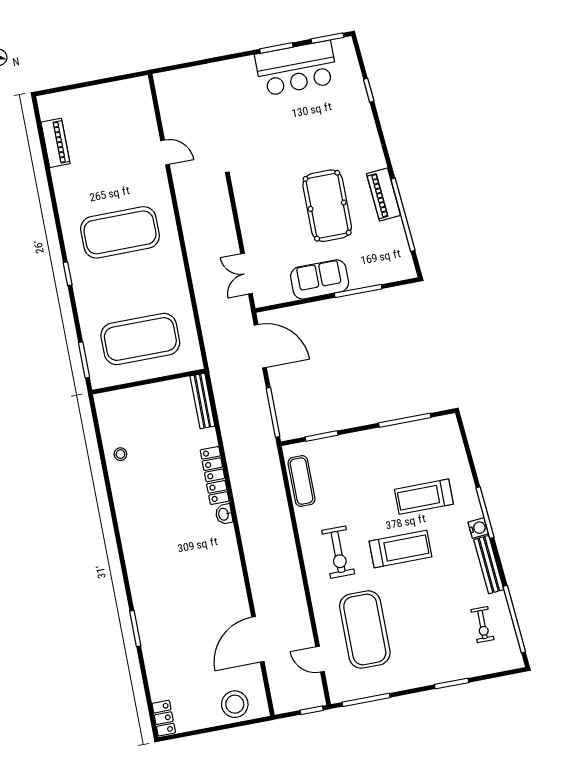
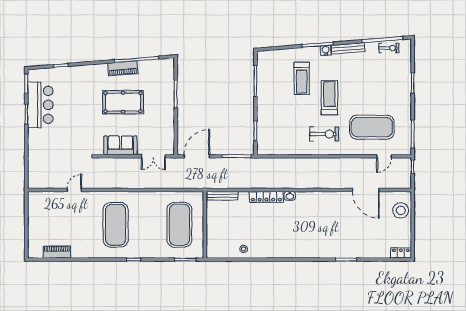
sofa: (320, 279) -> (120, 145), moved, turned 90
exercise mat: (301, 481) -> (279, 147), removed
exercise bike: (482, 625) -> (389, 48), moved

